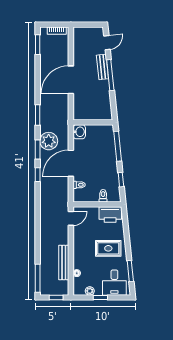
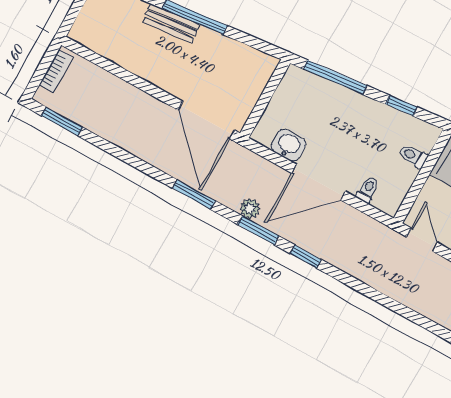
door: (71, 80) -> (206, 120), moved
washbasin: (79, 132) -> (288, 145), moved
plant: (49, 141) -> (250, 209), width x0.53, depth x0.53
door: (71, 163) -> (319, 182), hinge flipped

